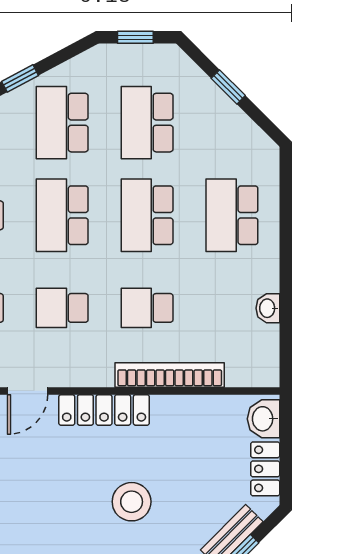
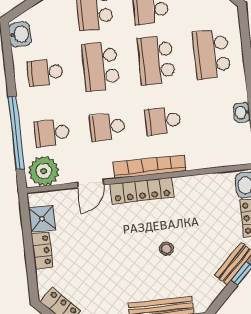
bookcase: (170, 375) -> (150, 167), moved
stool: (132, 502) -> (166, 249), width x0.53, depth x0.53

